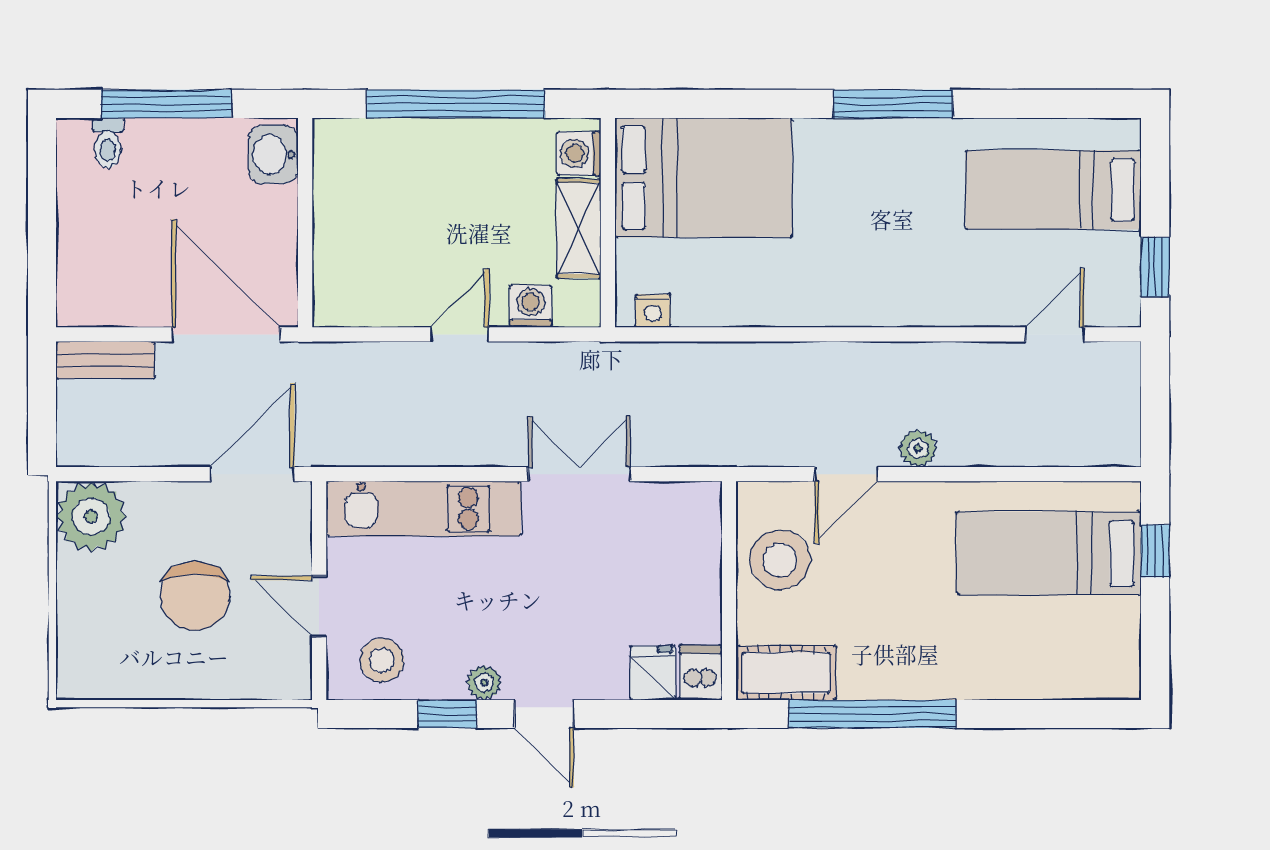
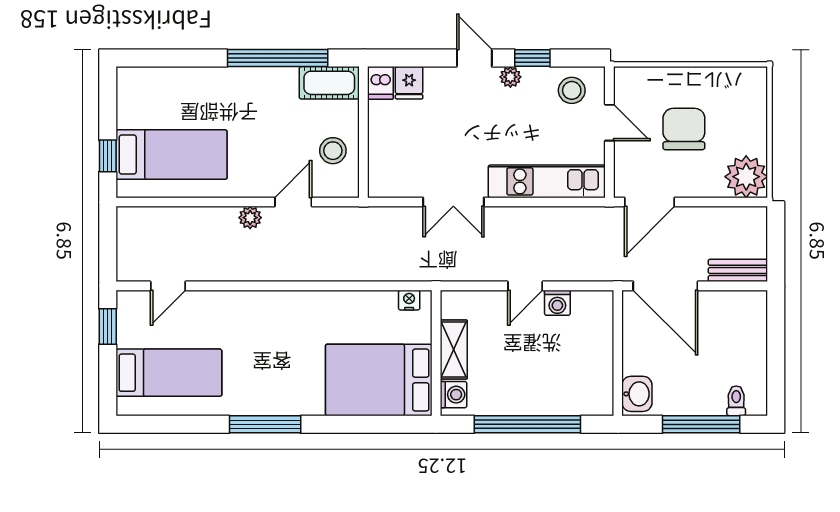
washing machine: (531, 306) -> (557, 303), moved
stool: (780, 560) -> (333, 151), width x0.73, depth x0.73

